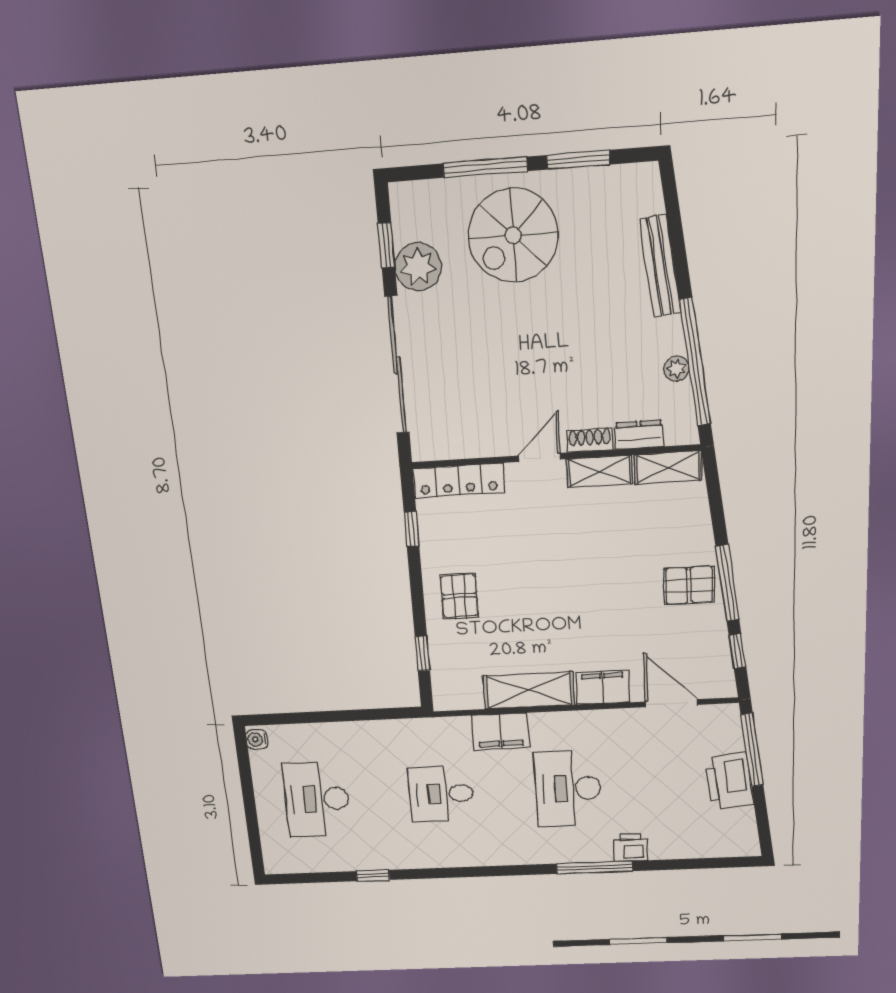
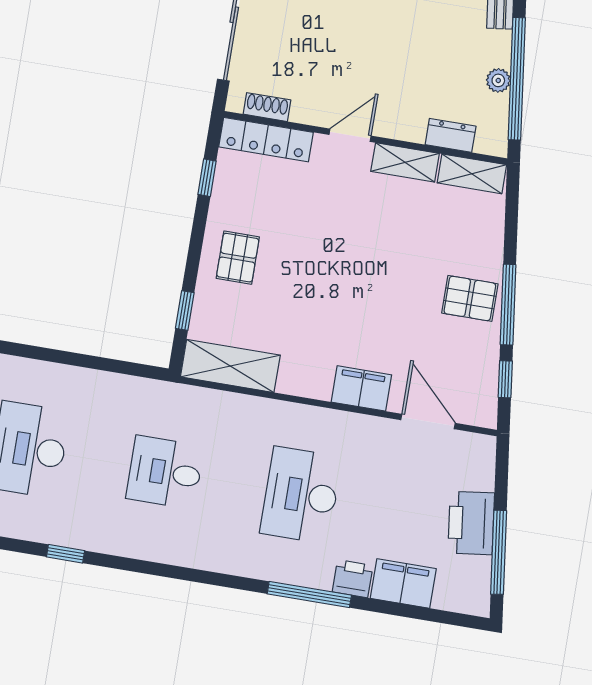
shoe rack: (590, 440) -> (267, 107), moved
shelving: (529, 690) -> (230, 366), moved
filing cabinet: (500, 731) -> (403, 583), moved, turned 180
window: (752, 750) -> (499, 552), moved

